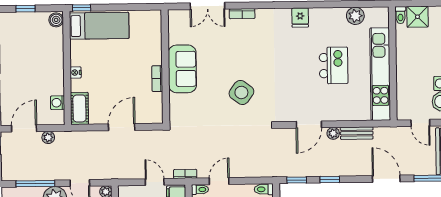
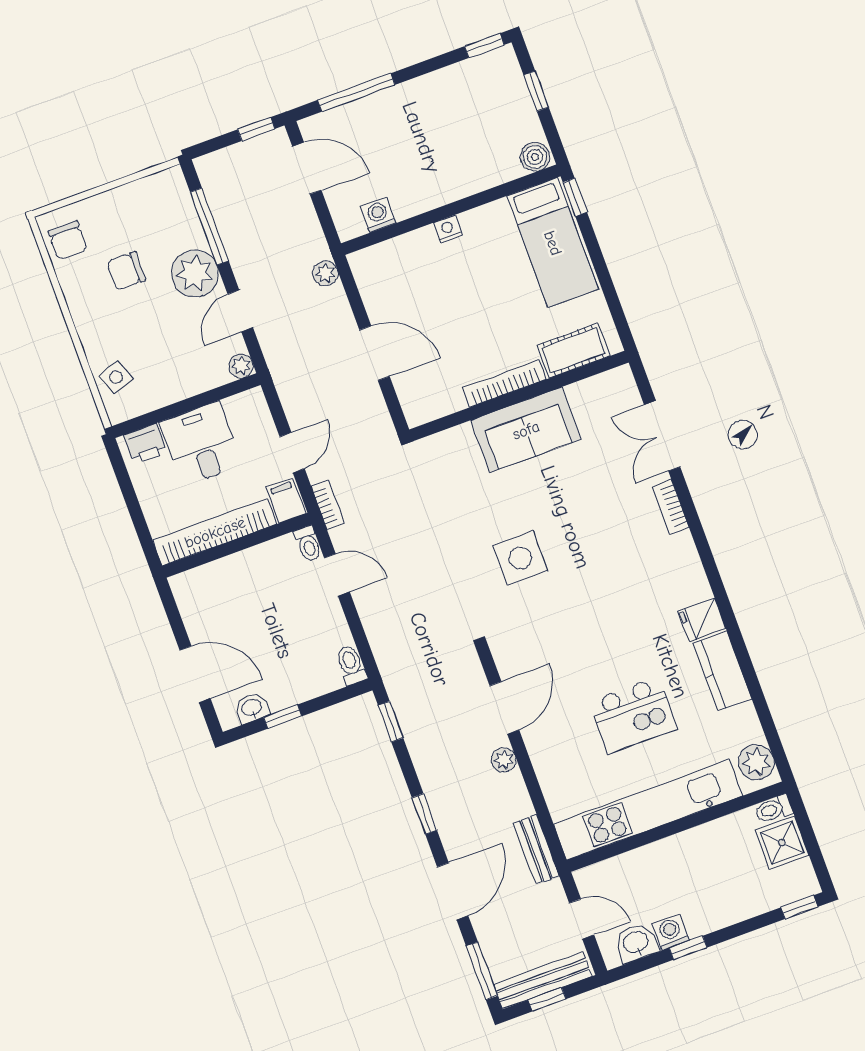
kitchen counter: (327, 16) -> (722, 671), added
plant: (355, 16) -> (756, 762), moved
bookcase: (157, 79) -> (504, 383), width x1.56
side table: (241, 92) -> (520, 558), turned -36
cot: (79, 108) -> (573, 351), moved
door: (420, 123) -> (582, 919), swing flipped
door: (309, 125) -> (504, 708), swing flipped
bench: (357, 133) -> (536, 849), moved
plant: (48, 137) -> (325, 273), moved
window: (330, 180) -> (424, 814), moved

